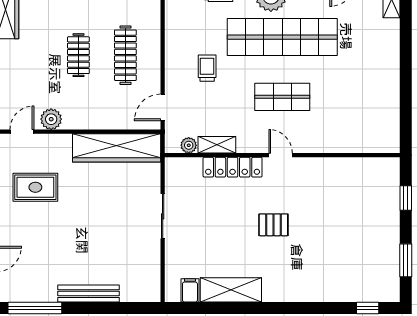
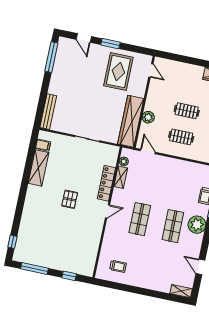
shop shelf: (282, 37) -> (173, 226), width x0.50, depth x0.74
clothes rail: (125, 55) -> (181, 137), width x0.73
trolley: (207, 68) -> (118, 266), moved
plant: (51, 119) -> (148, 117), moved
rug: (35, 187) -> (118, 71), width x1.36, depth x1.43
window: (406, 260) -> (34, 269), width x1.44
bench: (88, 294) -> (48, 112), moved

